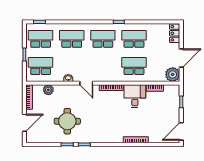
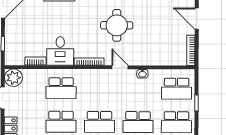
plant: (48, 90) -> (167, 59), removed
round table: (67, 121) -> (117, 25), moved
door: (24, 123) -> (197, 19), hinge flipped

